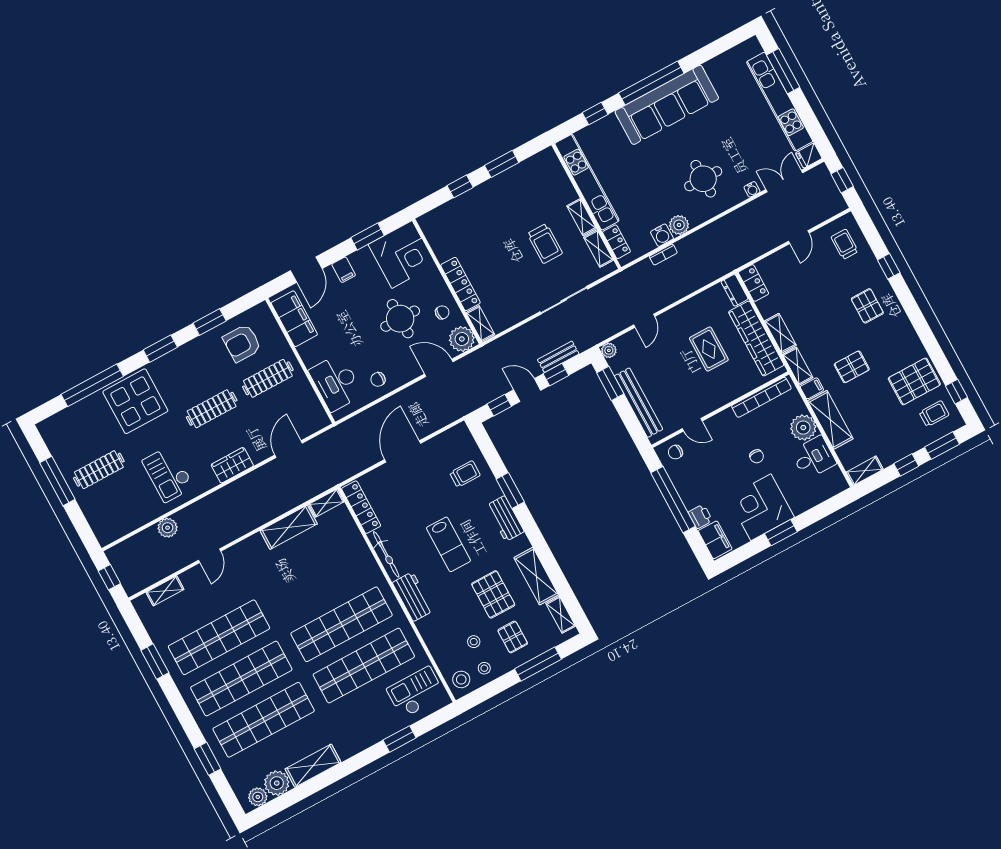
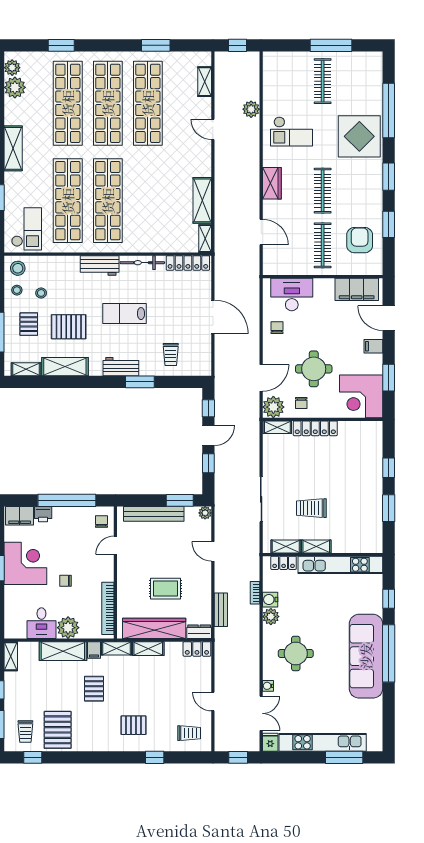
bench: (558, 357) -> (221, 610), moved
checkout: (168, 474) -> (291, 131), turned 180
pallet: (513, 637) -> (29, 324), turned 90
shelving: (313, 766) -> (13, 148), moved

